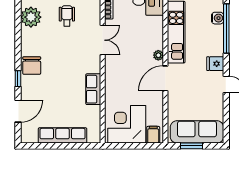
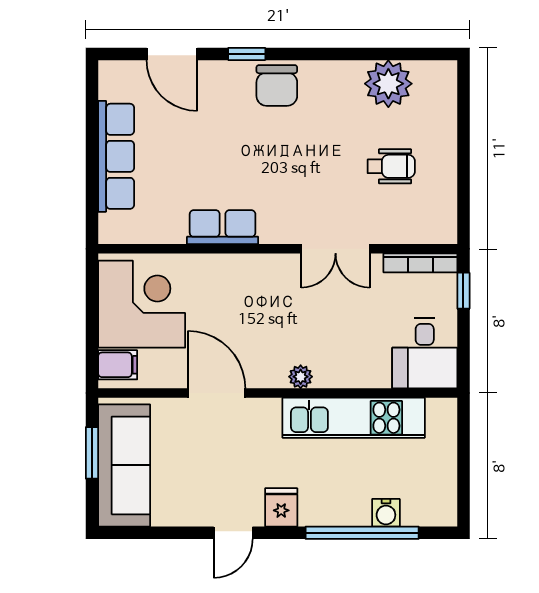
chair: (32, 66) -> (277, 85), turned -90
door: (165, 78) -> (216, 393), moved

